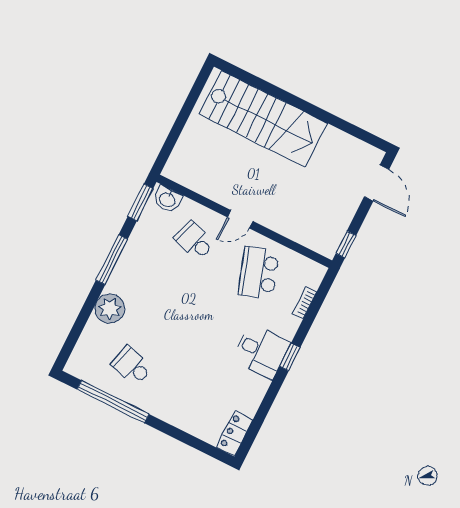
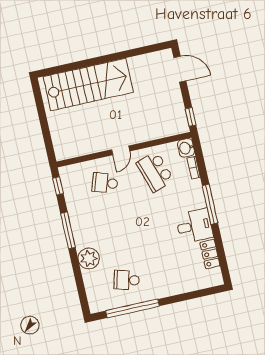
washbasin: (167, 199) -> (186, 148), moved, turned 90
window: (140, 202) -> (58, 186), width x0.67
desk: (261, 351) -> (194, 226), moved
window: (290, 357) -> (210, 204), width x2.17
locker: (235, 433) -> (210, 254), moved

